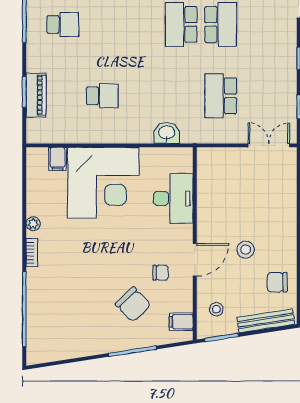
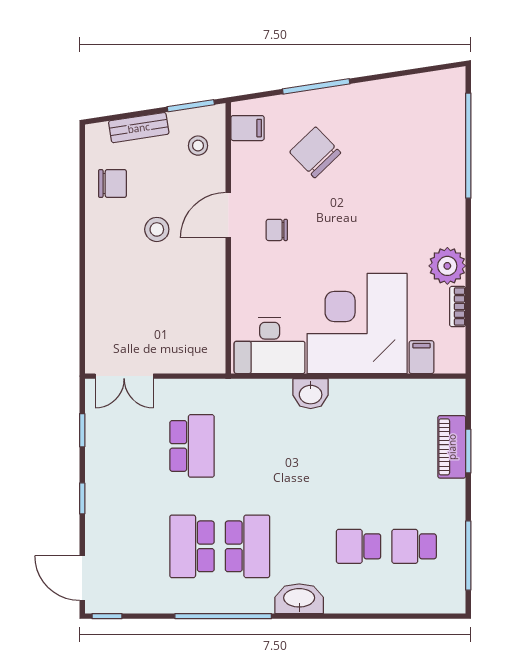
school desk: (102, 96) -> (359, 546), moved
washbasin: (167, 133) -> (311, 394), moved
desk: (173, 198) -> (270, 346), moved, turned -90
plant: (33, 224) -> (447, 266), width x1.87, depth x1.87
bookcase: (32, 253) -> (458, 306), moved
chair: (161, 273) -> (277, 230), moved
bench: (266, 321) -> (139, 128), width x0.73

